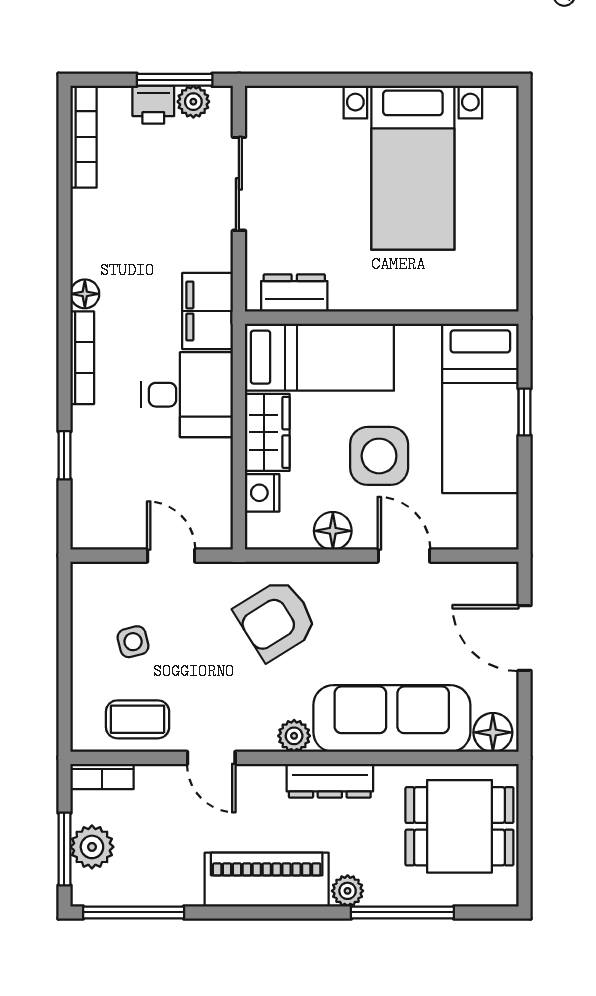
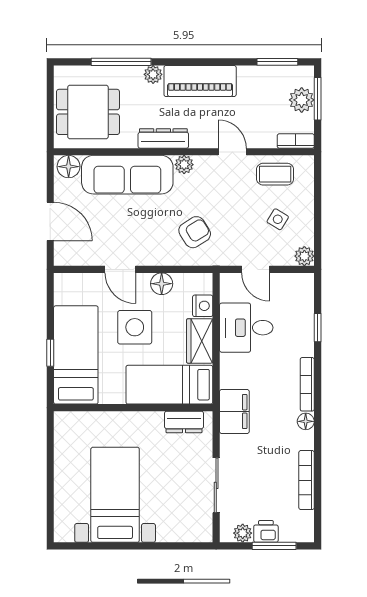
window: (175, 80) -> (274, 546), moved
bookcase: (83, 137) -> (307, 480), moved
desk: (187, 395) -> (246, 328), moved
plant: (87, 578) -> (304, 256), added
armchair: (276, 620) -> (195, 232), width x0.72, depth x0.72
side table: (133, 642) -> (278, 219), turned 45
window: (134, 912) -> (277, 62), width x0.69

